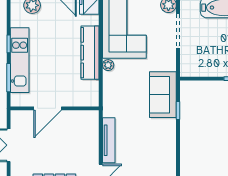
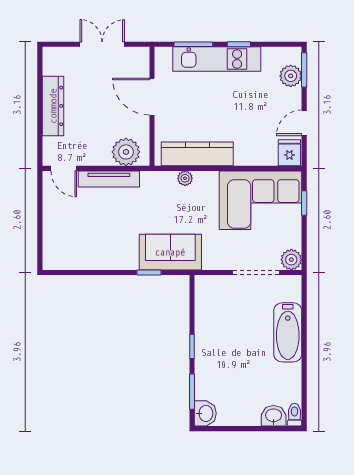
kitchen counter: (90, 53) -> (197, 154), moved
plant: (108, 65) -> (185, 178), moved
plant: (89, 128) -> (126, 152), added

